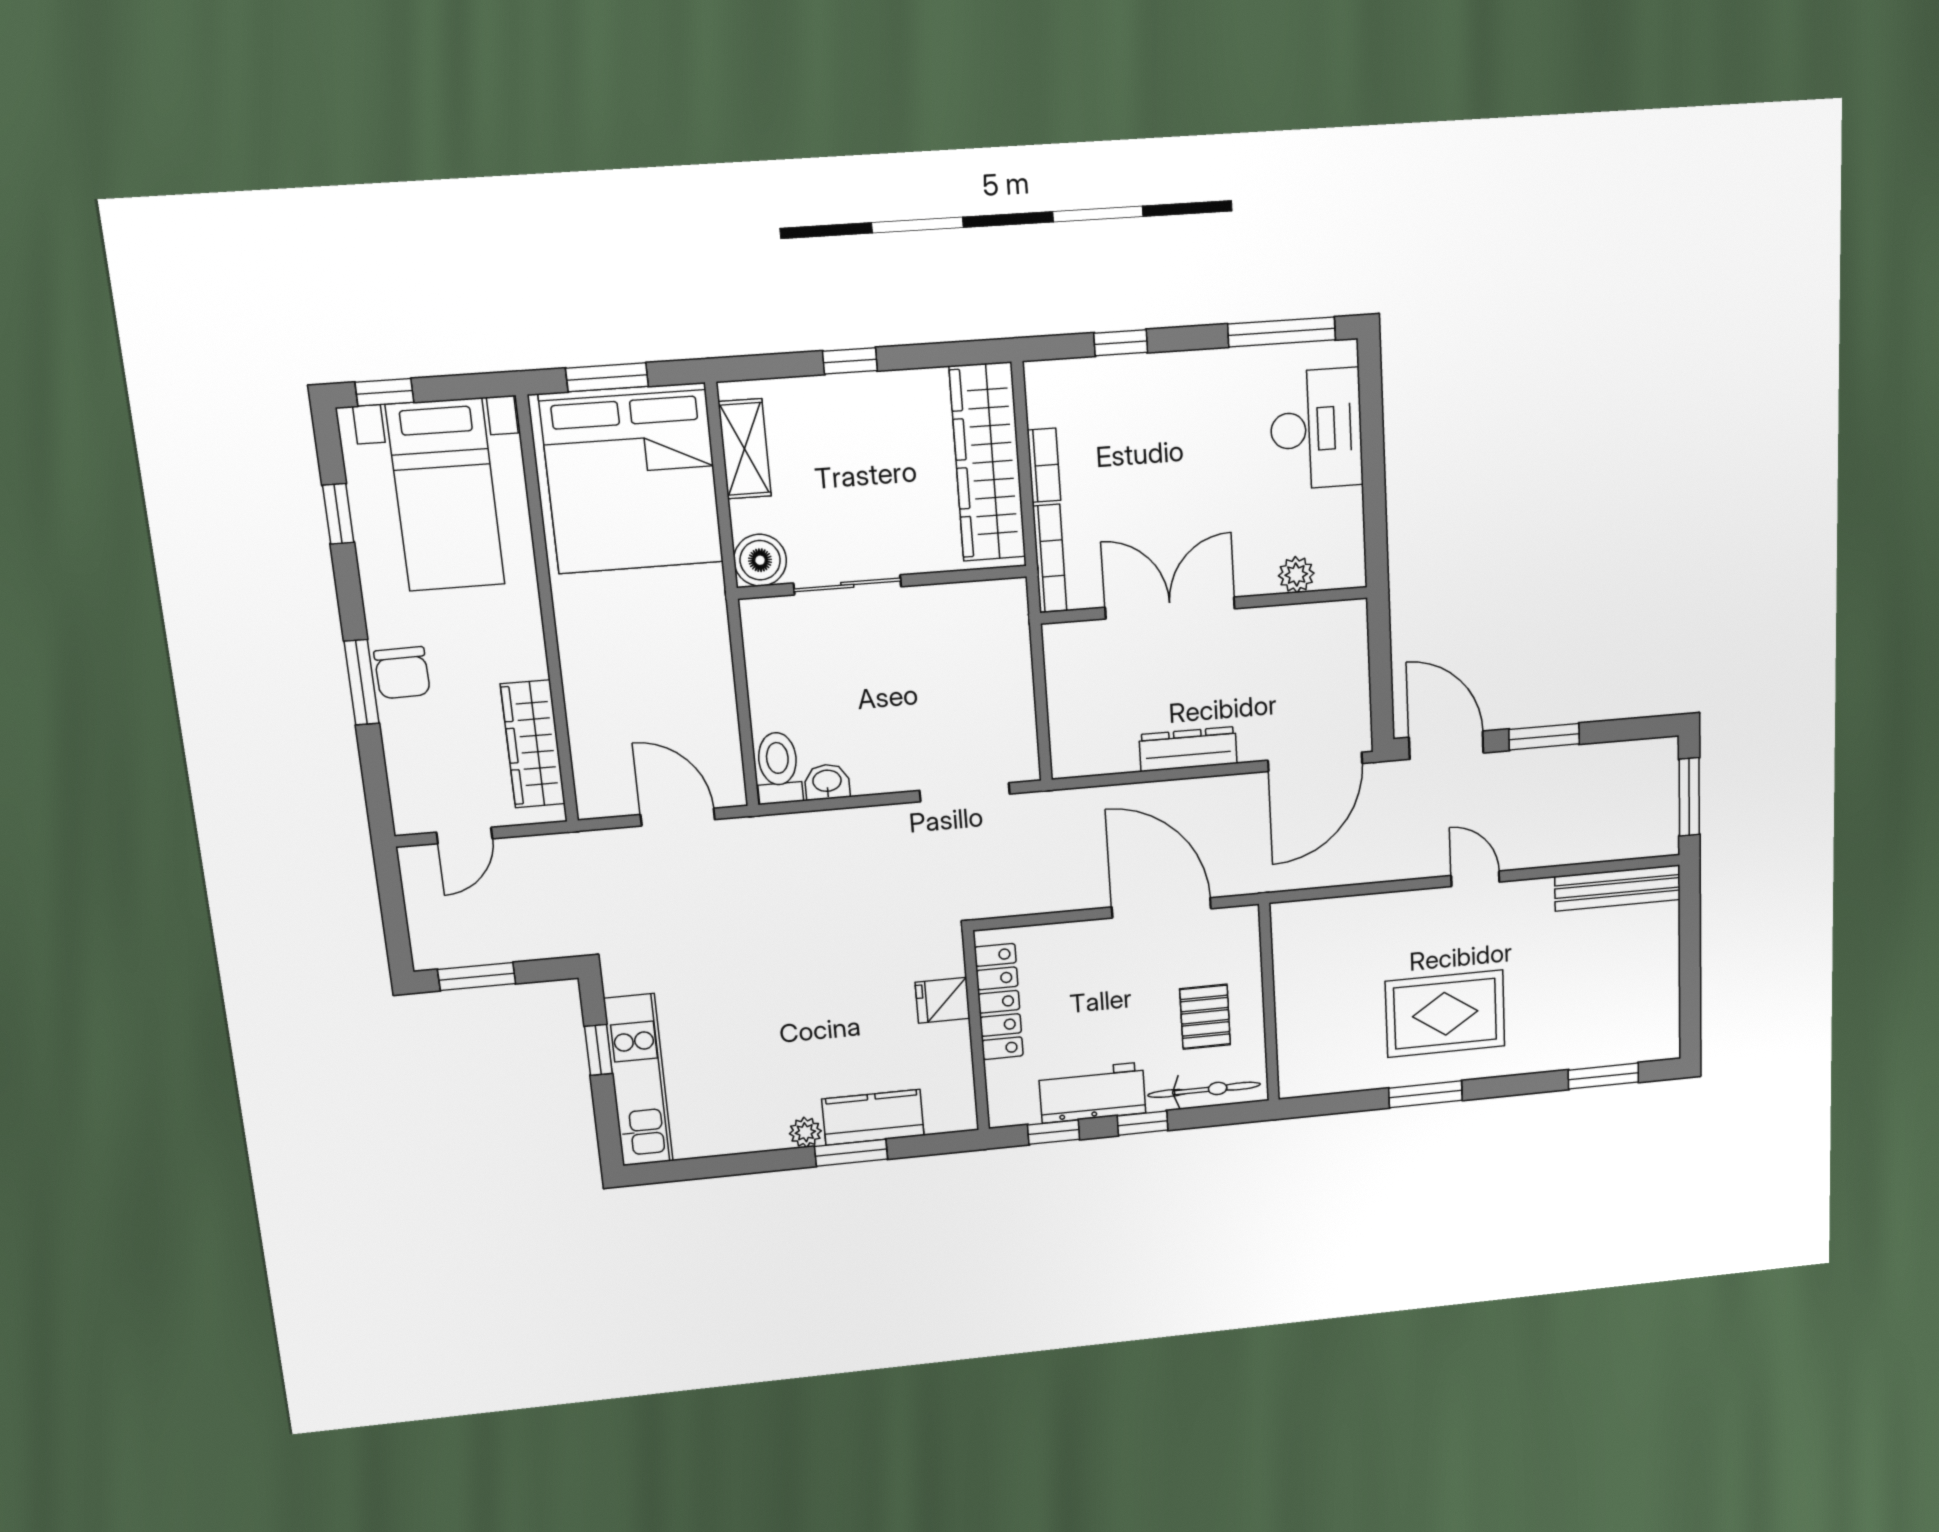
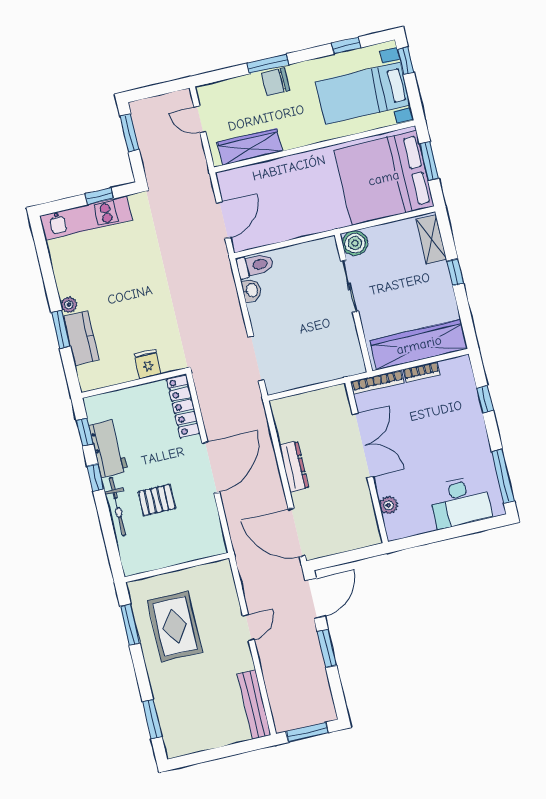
shelving: (745, 449) -> (431, 240), moved, turned 90
locker: (999, 1002) -> (183, 406), moved, turned 90
wall: (1269, 1003) -> (177, 568), moved

